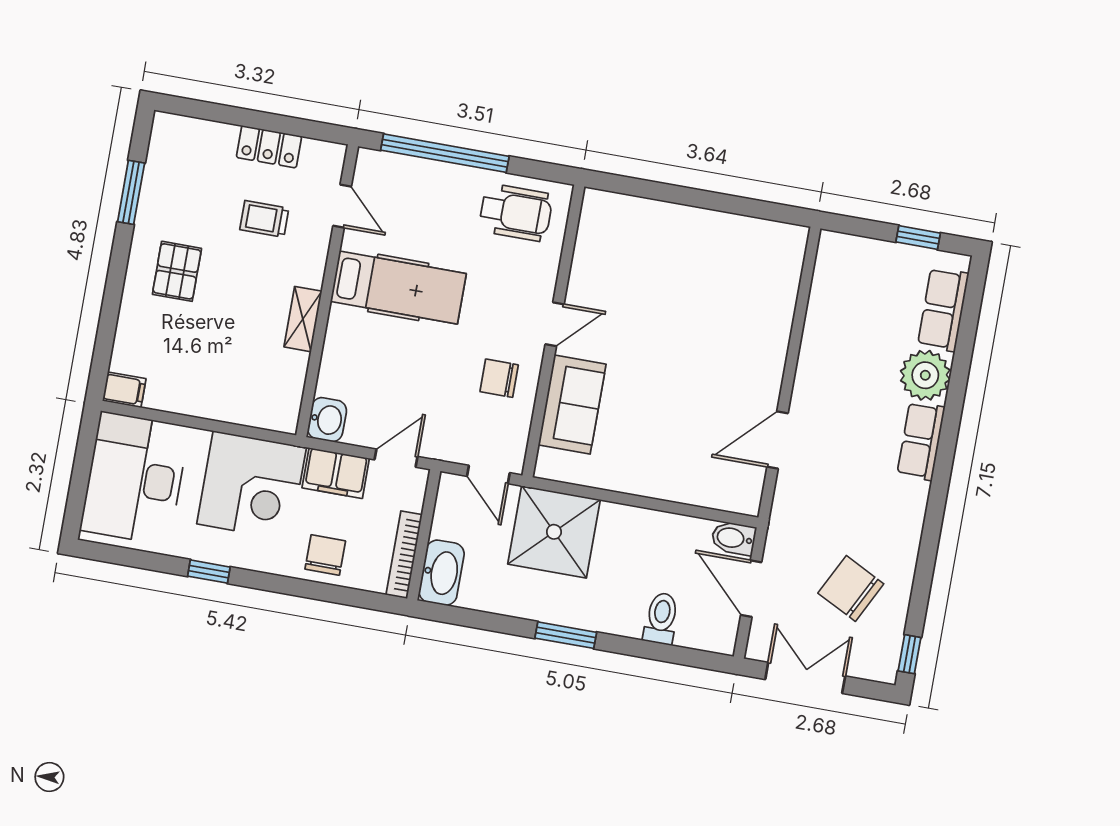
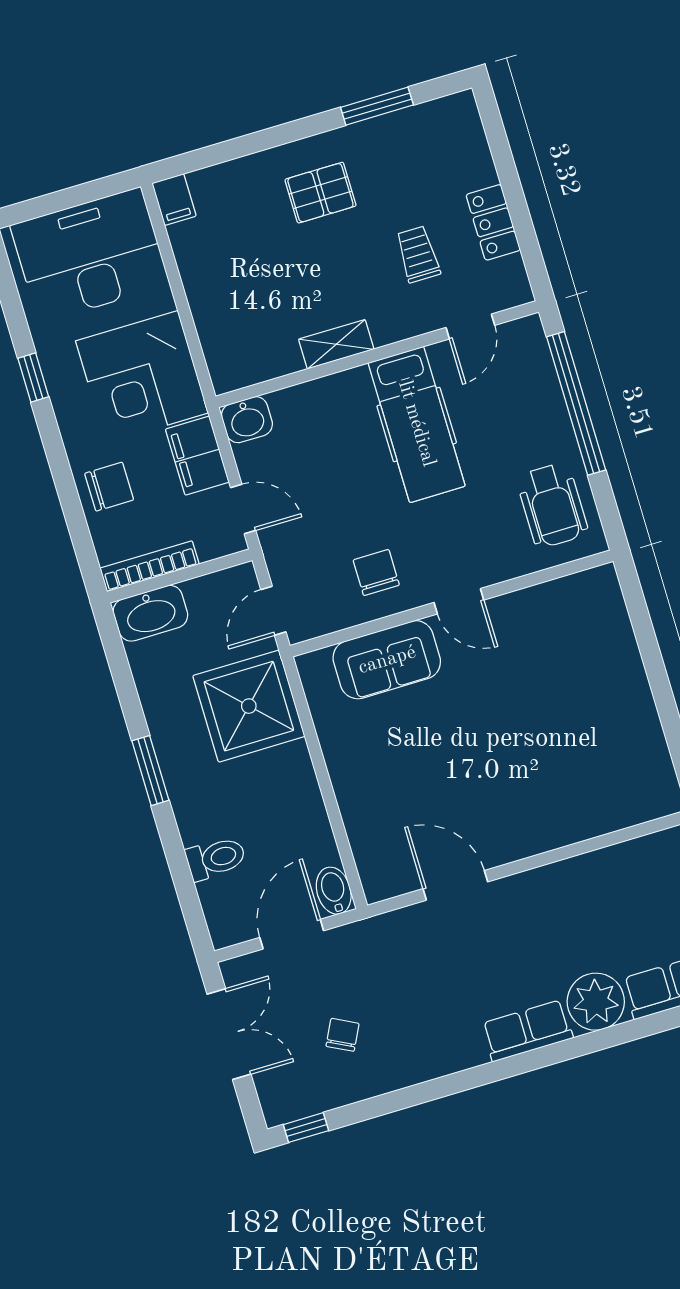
chair: (851, 588) -> (343, 1035), width x0.54, depth x0.54

